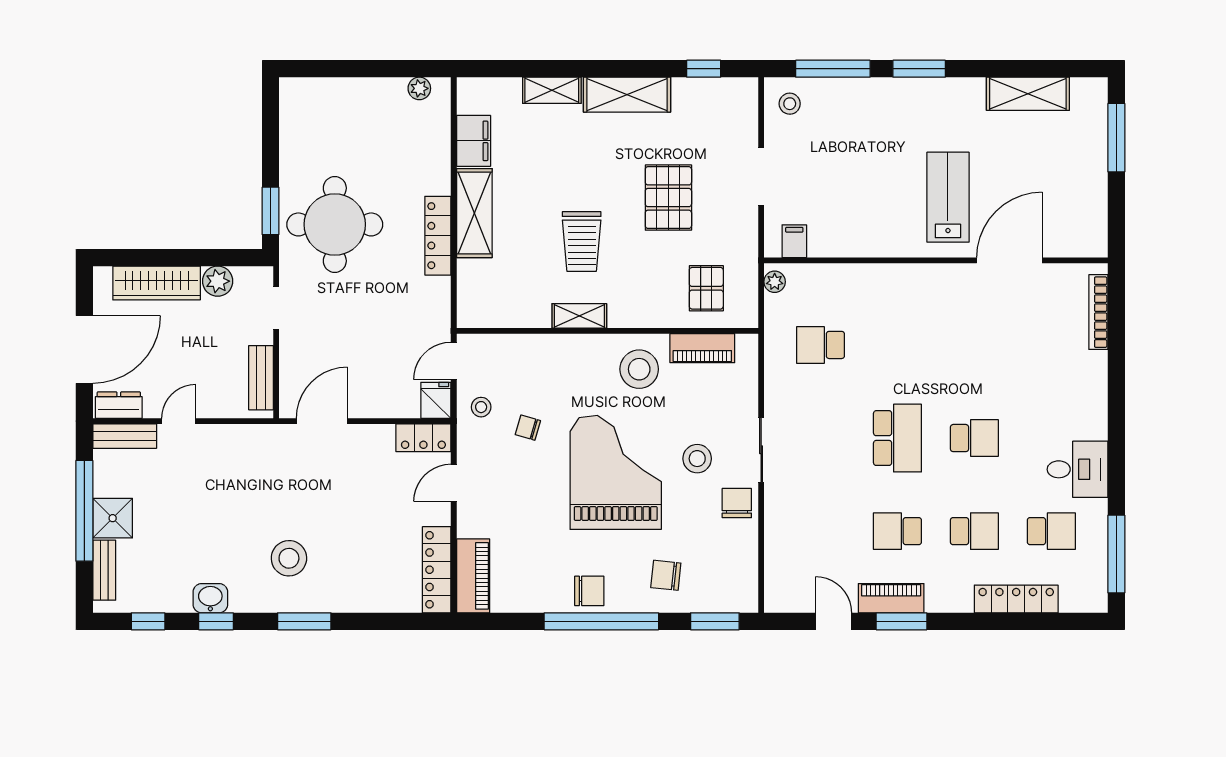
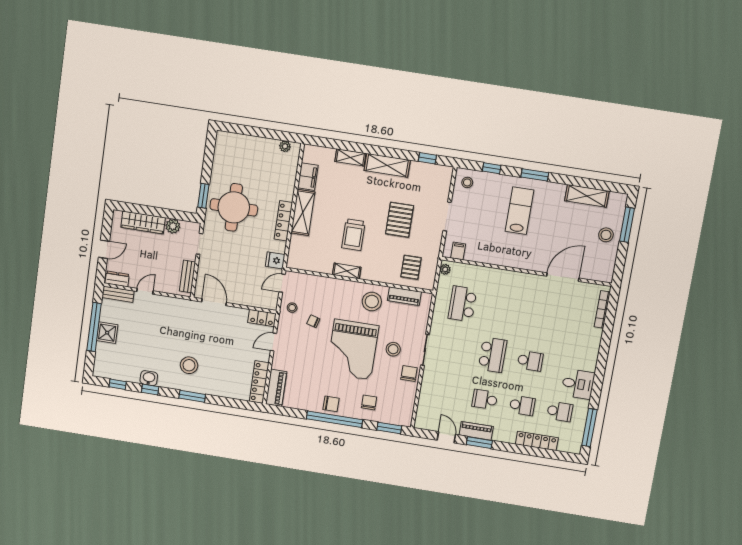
window: (833, 69) -> (492, 168), width x0.46
stool: (1079, 164) -> (606, 235), added
lab bench: (948, 197) -> (520, 211), moved
school desk: (821, 345) -> (462, 304), width x1.85
door: (84, 349) -> (104, 249), width x0.53
fridge: (436, 400) -> (275, 260), moved, turned -90
door: (322, 421) -> (214, 302), hinge flipped
grand piano: (616, 472) -> (353, 350), turned 180
bench: (104, 570) -> (100, 357), removed
chair: (666, 575) -> (369, 402), turned 84

